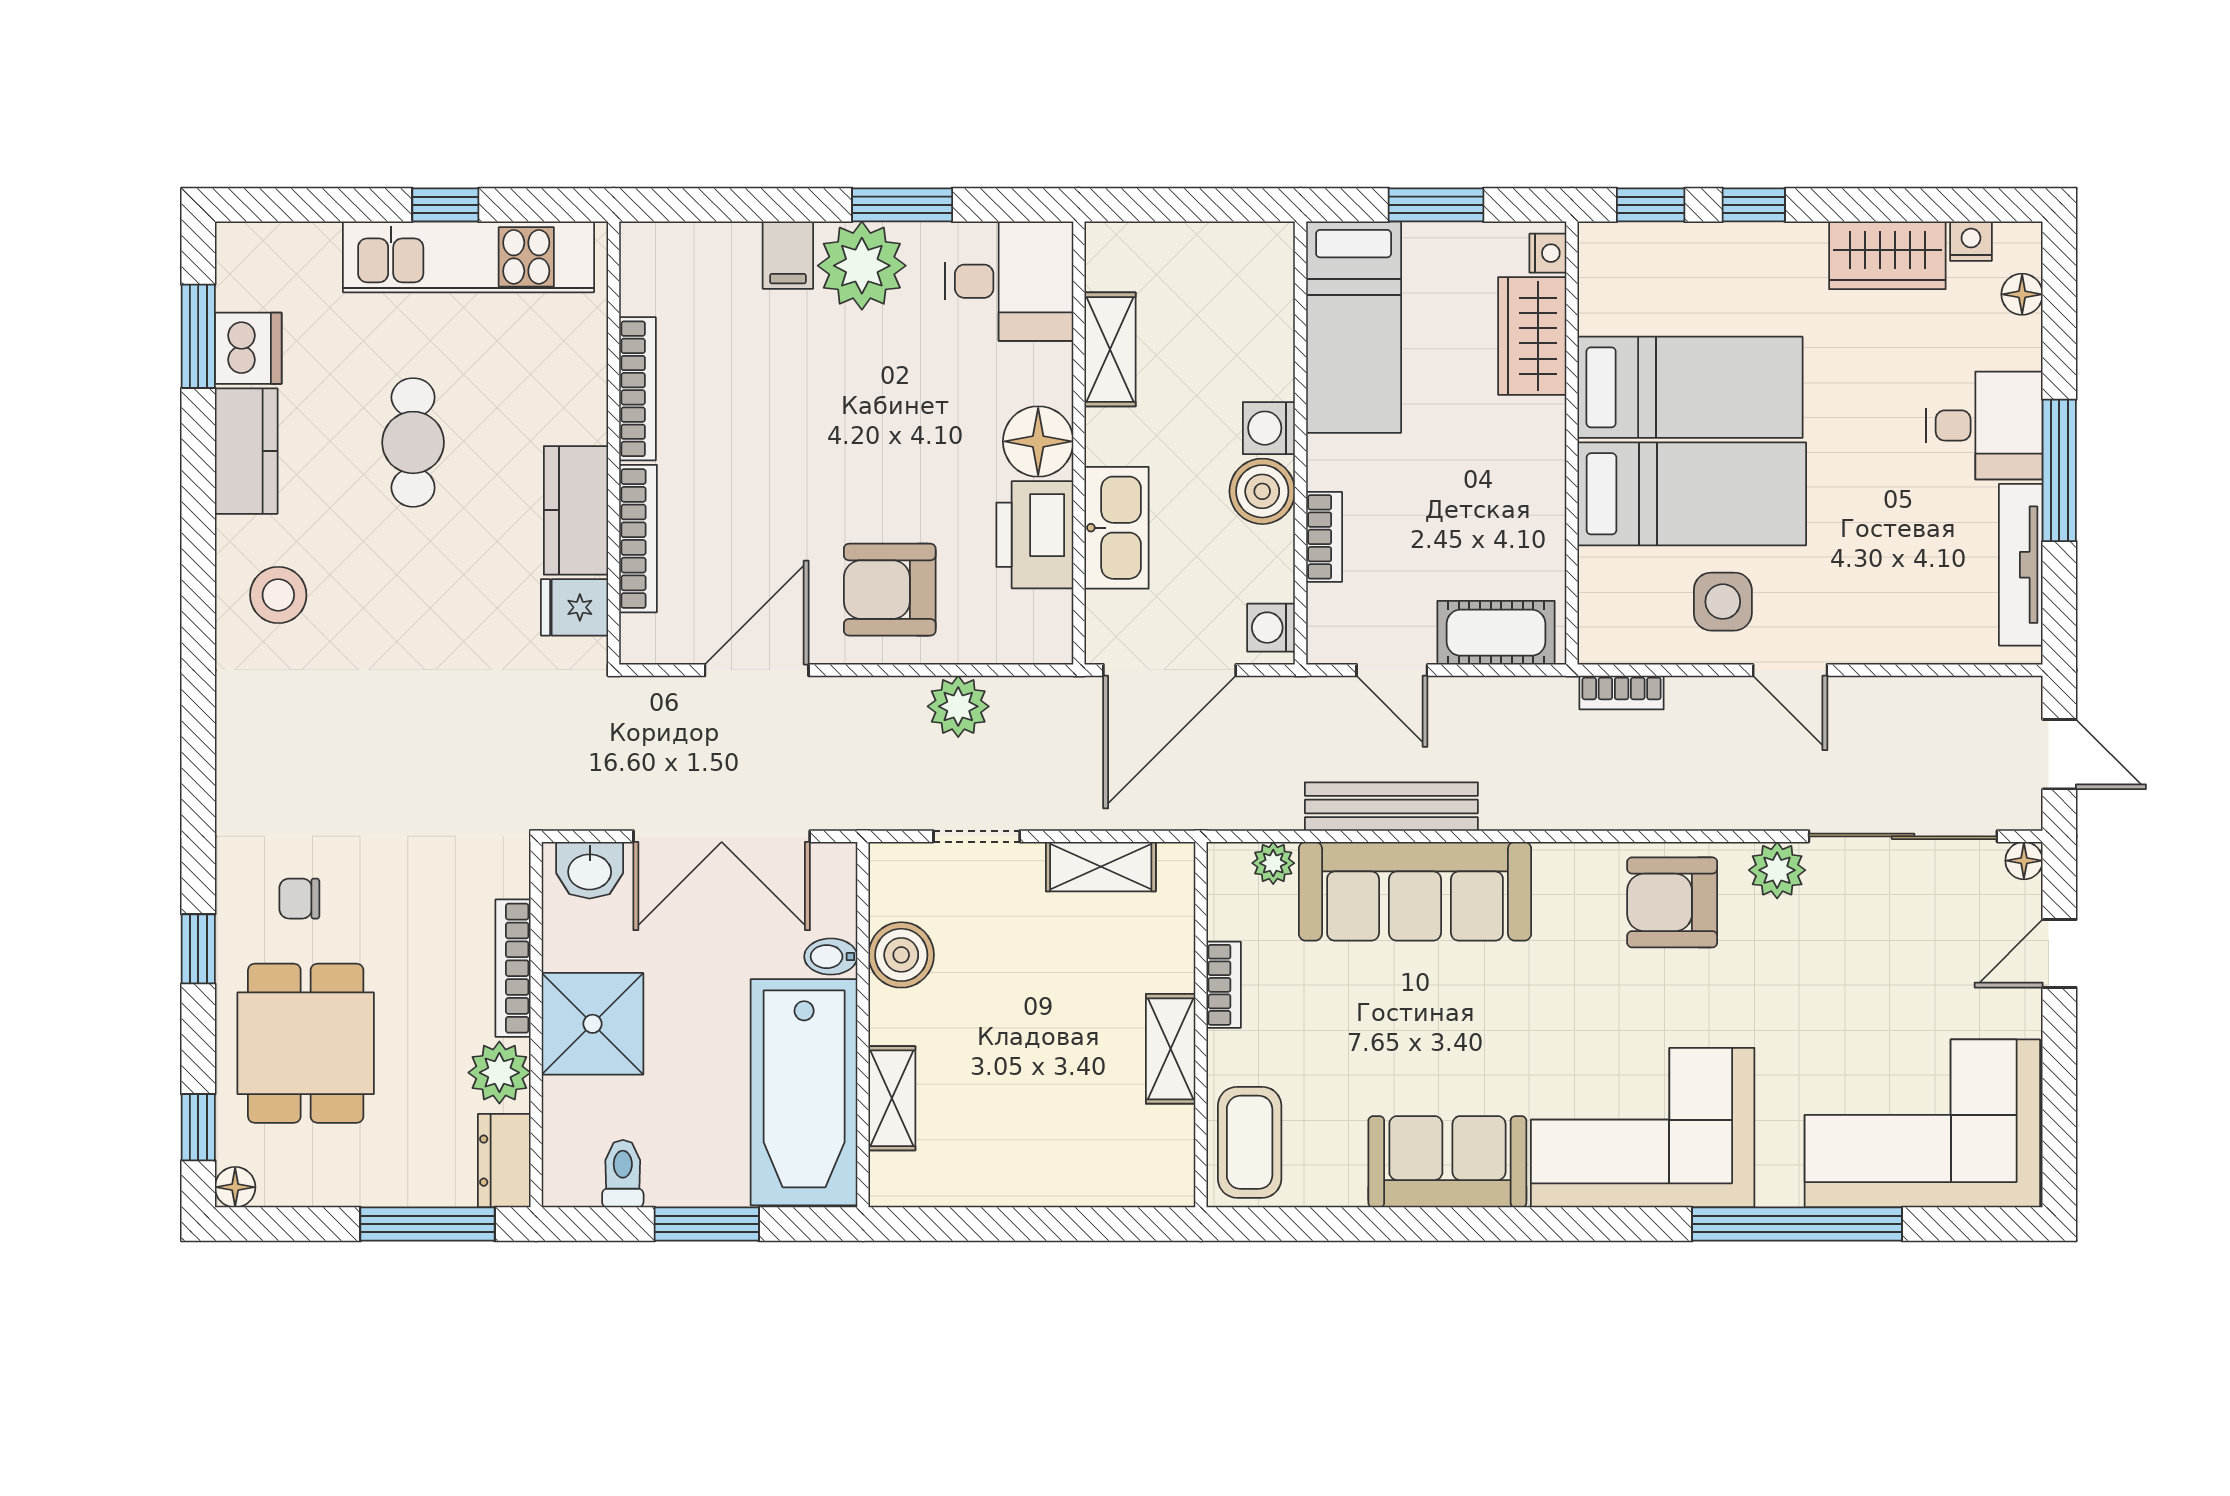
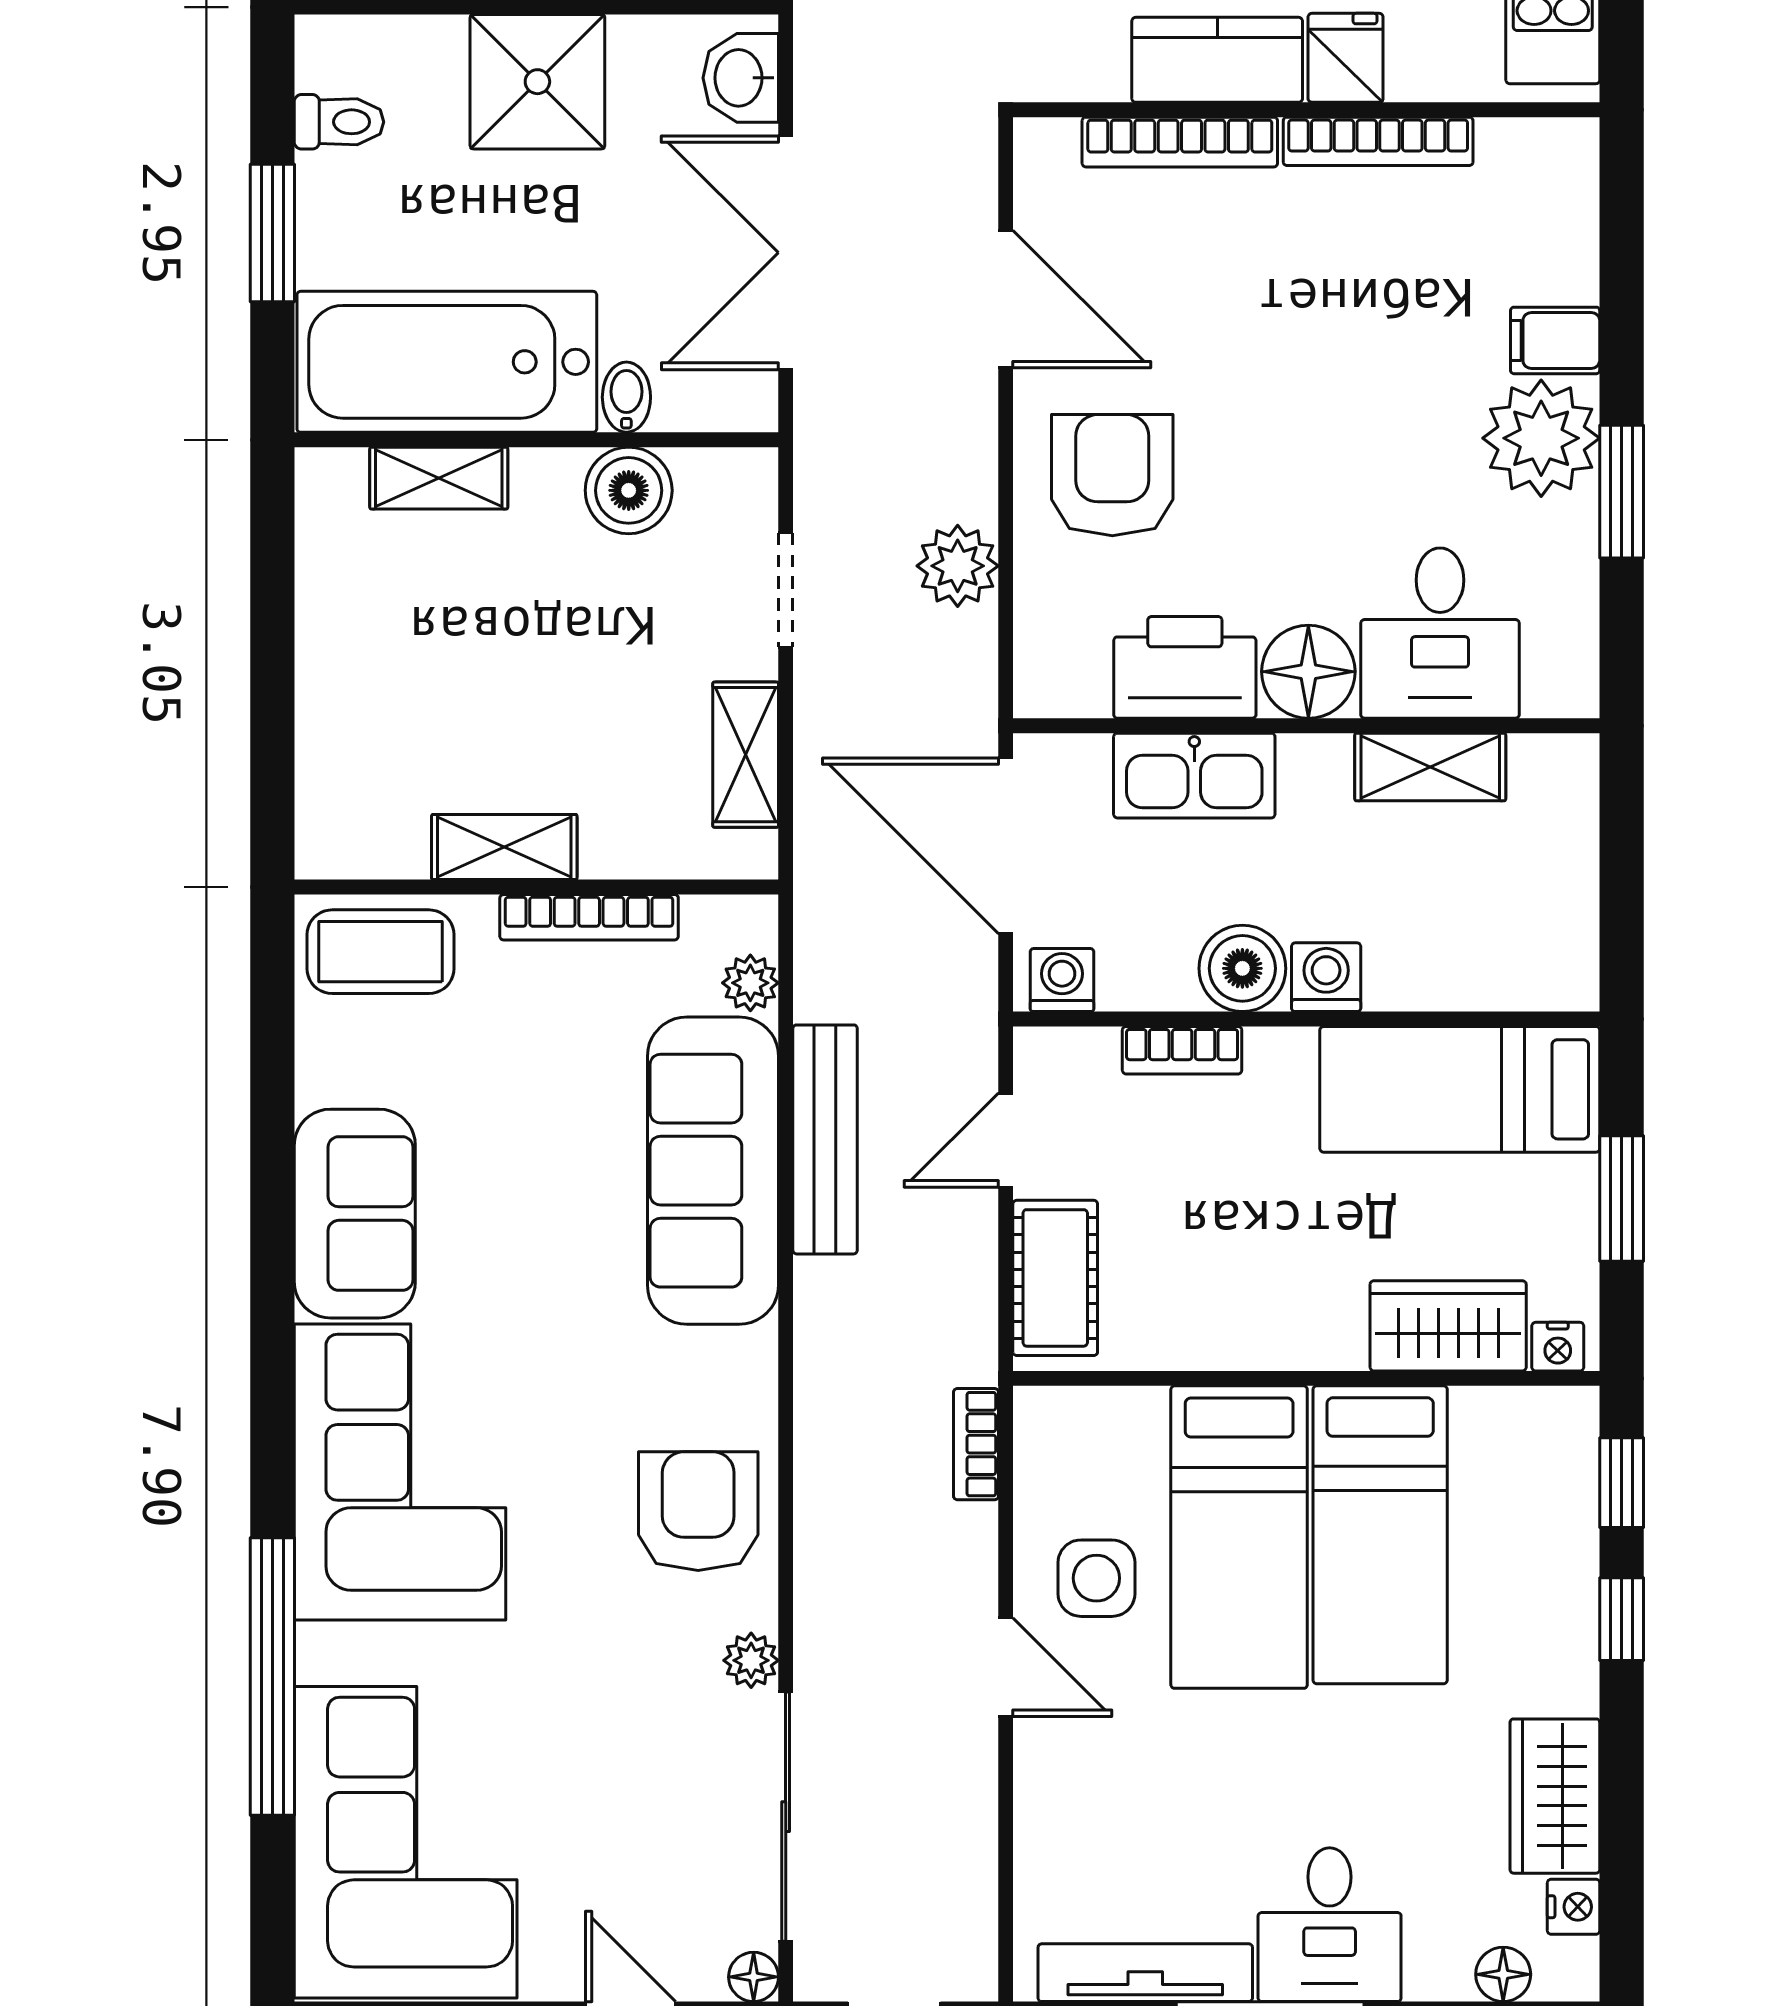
desk: (1009, 281) -> (1440, 633), moved
fridge: (574, 607) -> (1346, 58), moved
door: (1790, 670) -> (1006, 1667), swing flipped
plant: (1777, 870) -> (751, 1660), width x0.73, depth x0.73
bookcase: (1224, 985) -> (589, 917), width x1.56

